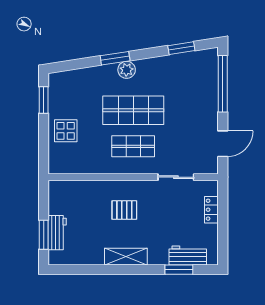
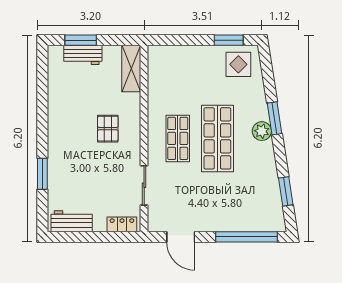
display table: (66, 131) -> (238, 64), moved
locker: (211, 210) -> (122, 224), moved
workbench: (188, 255) -> (72, 221), moved, turned -90
shelving: (126, 257) -> (131, 68), moved
window: (179, 270) -> (42, 174), moved

